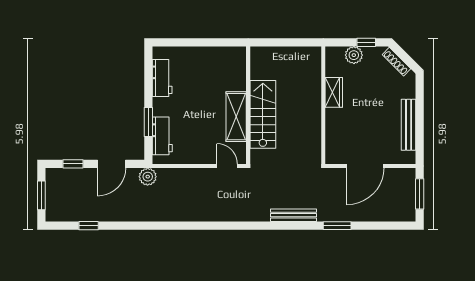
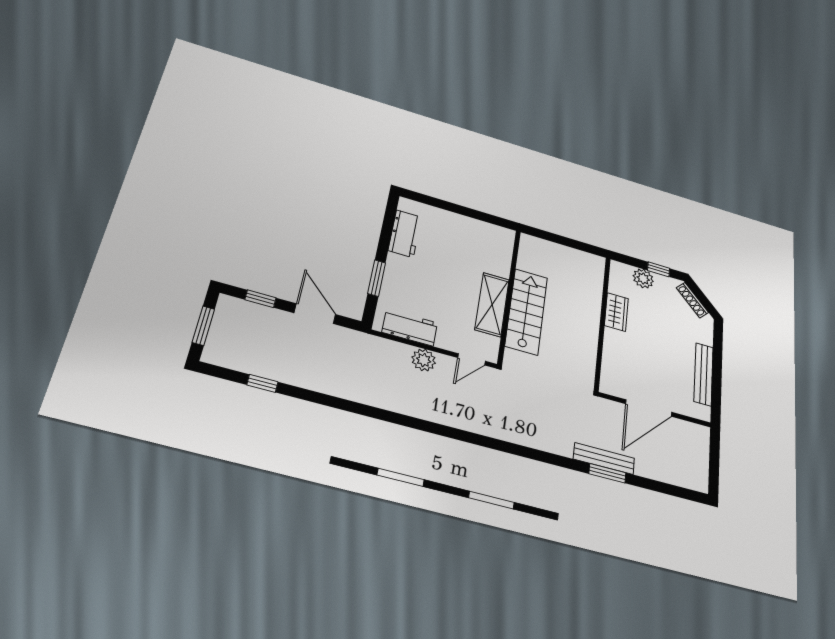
workbench: (162, 136) -> (410, 327), moved, turned -90
door: (112, 164) -> (315, 314), swing flipped
door: (227, 166) -> (472, 359), swing flipped
plant: (148, 177) -> (424, 360), moved
window: (420, 194) -> (714, 460), removed
bench: (294, 215) -> (604, 459), moved

